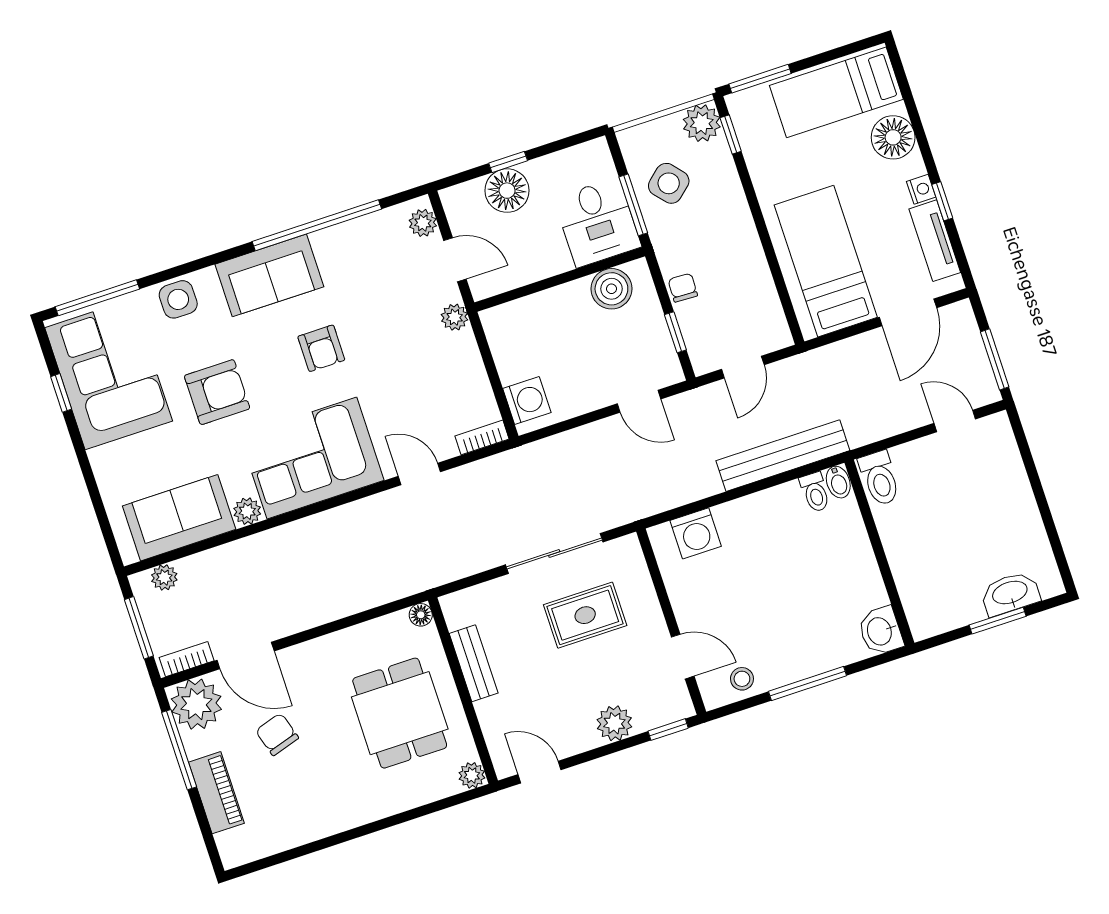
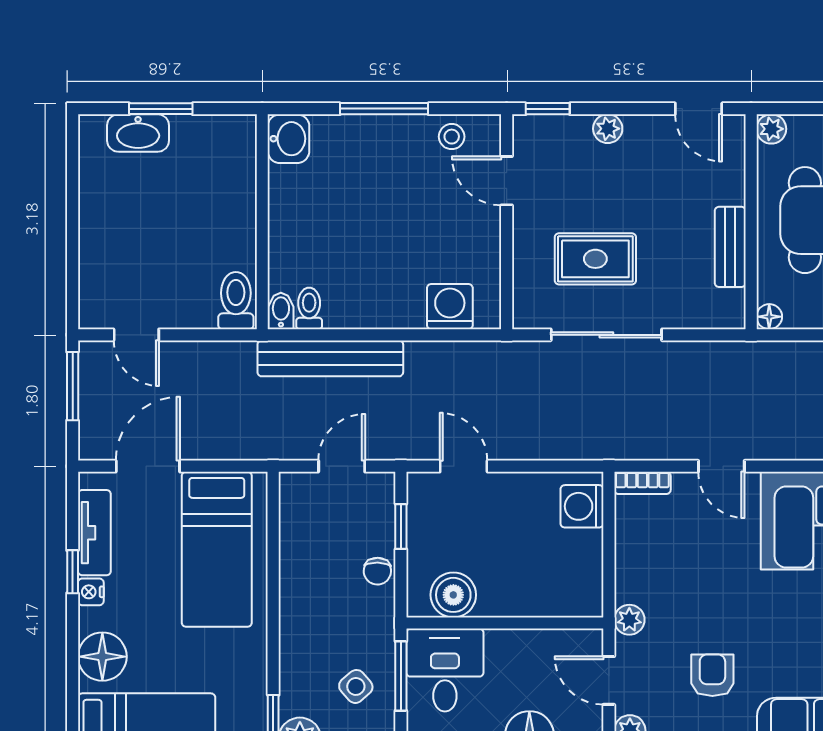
side table: (669, 183) -> (356, 686), width x0.73, depth x0.73
armchair: (321, 348) -> (712, 675), moved
plant: (614, 723) -> (608, 129), width x0.73, depth x0.73

